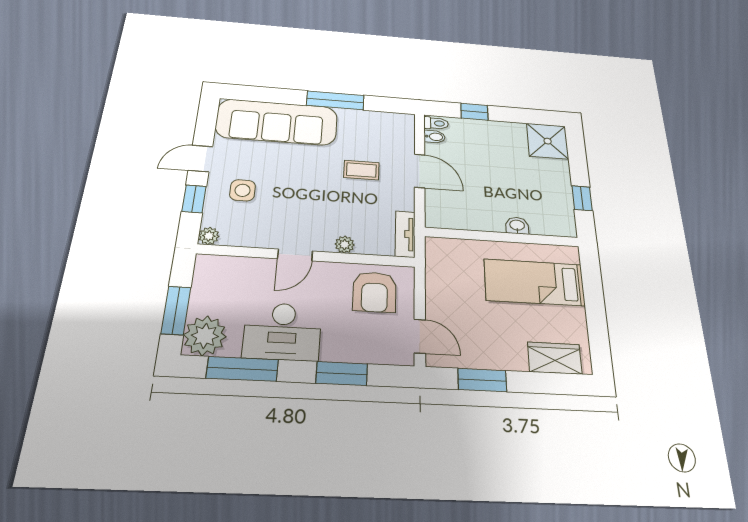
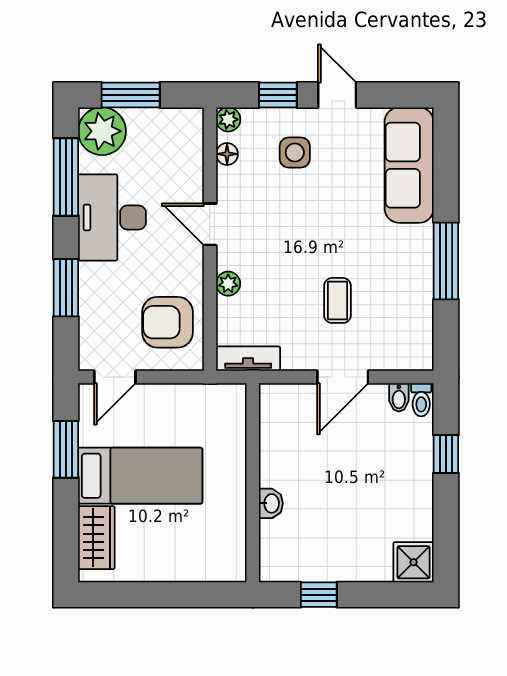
sofa: (277, 122) -> (409, 165), width x0.74, depth x0.79
shower: (548, 141) -> (414, 562), width x0.73, depth x0.73
floor lamp: (238, 239) -> (227, 154), added
bed: (534, 282) -> (140, 476), moved, turned 90

